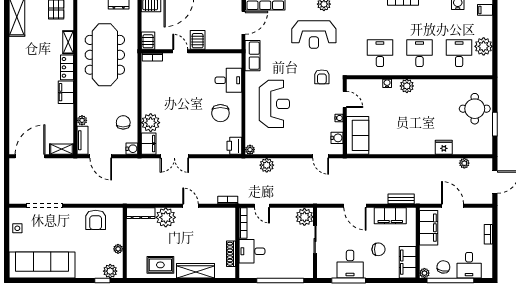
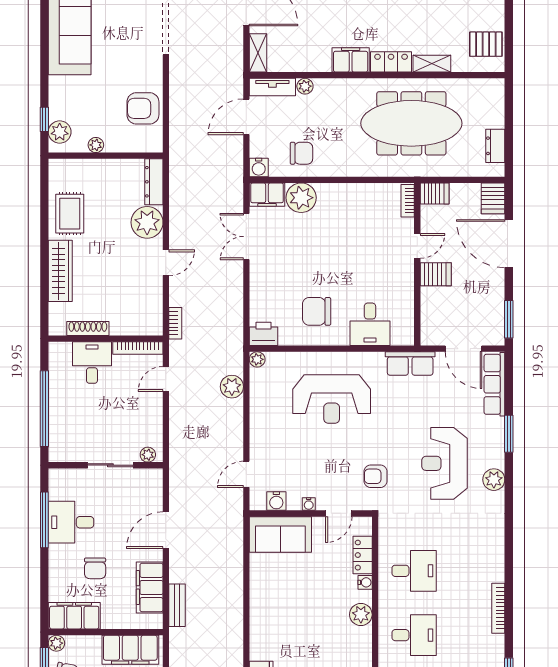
locker: (370, 85) -> (363, 555), added
plant: (304, 217) -> (148, 455), width x0.53, depth x0.53

